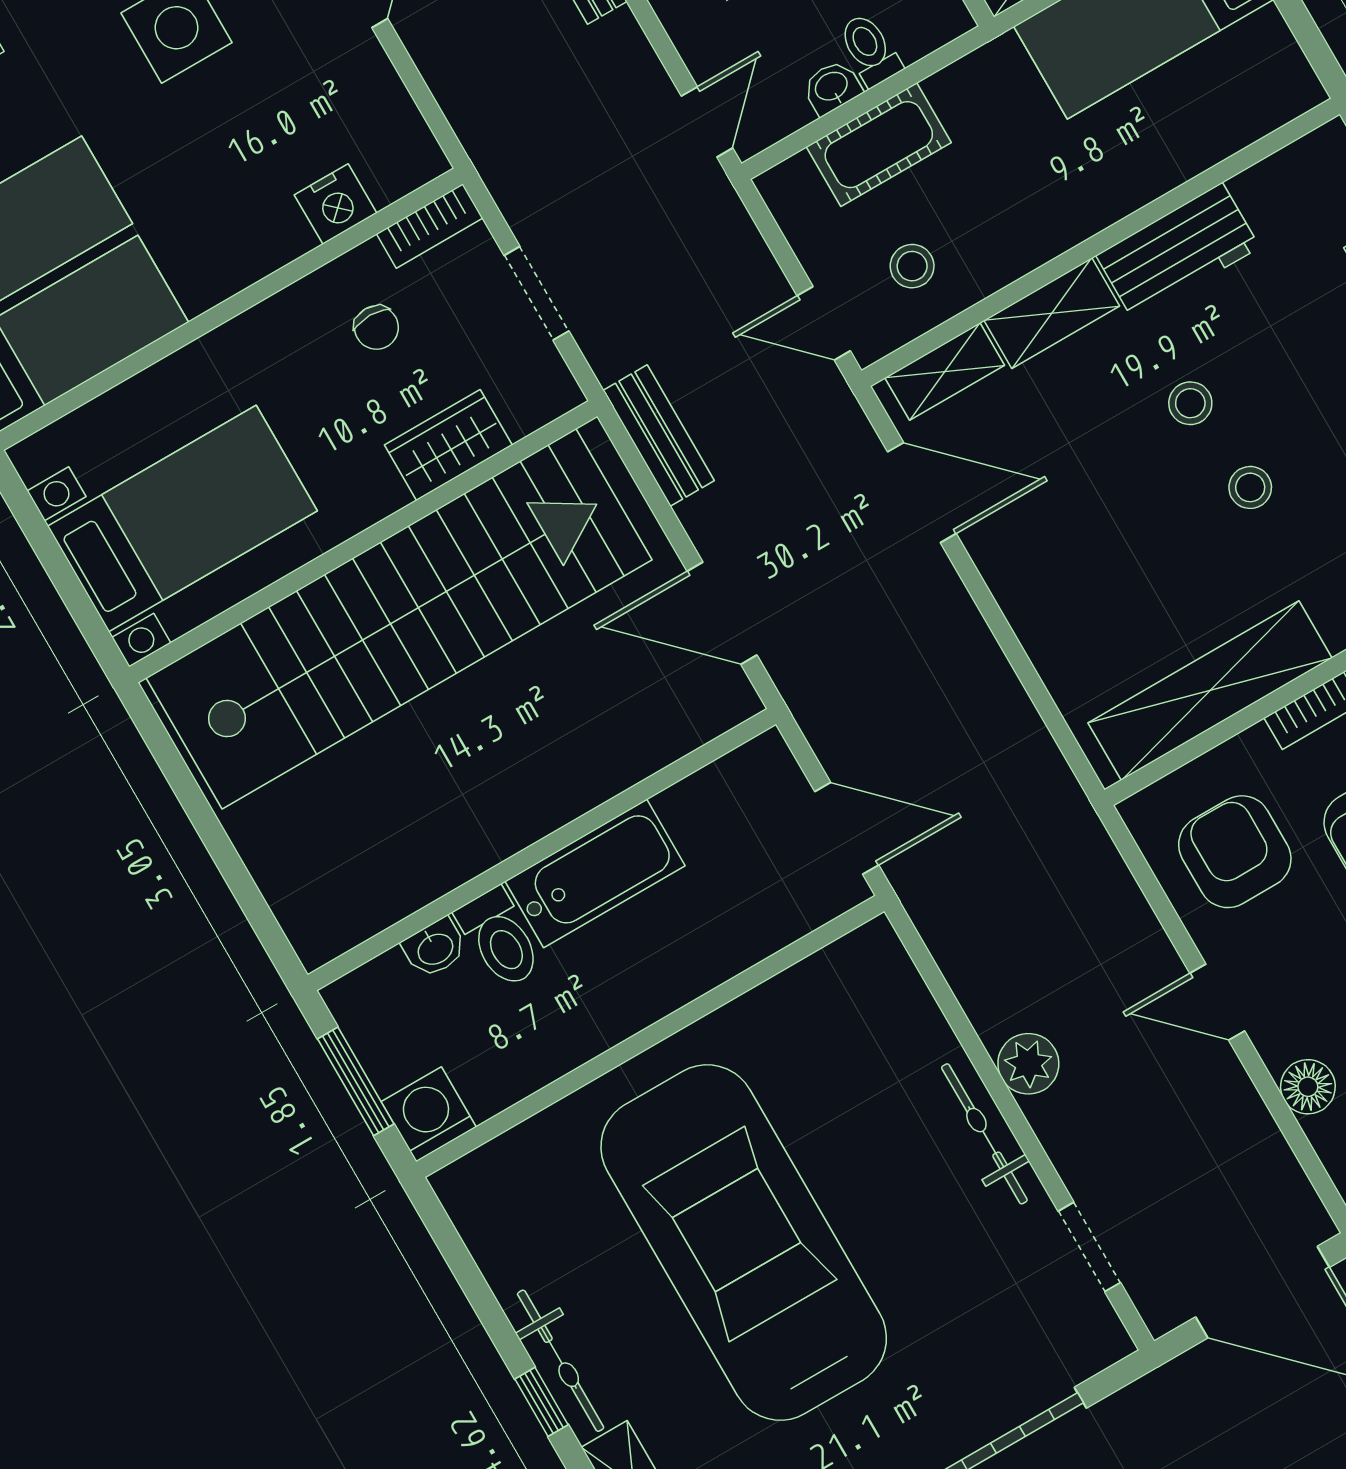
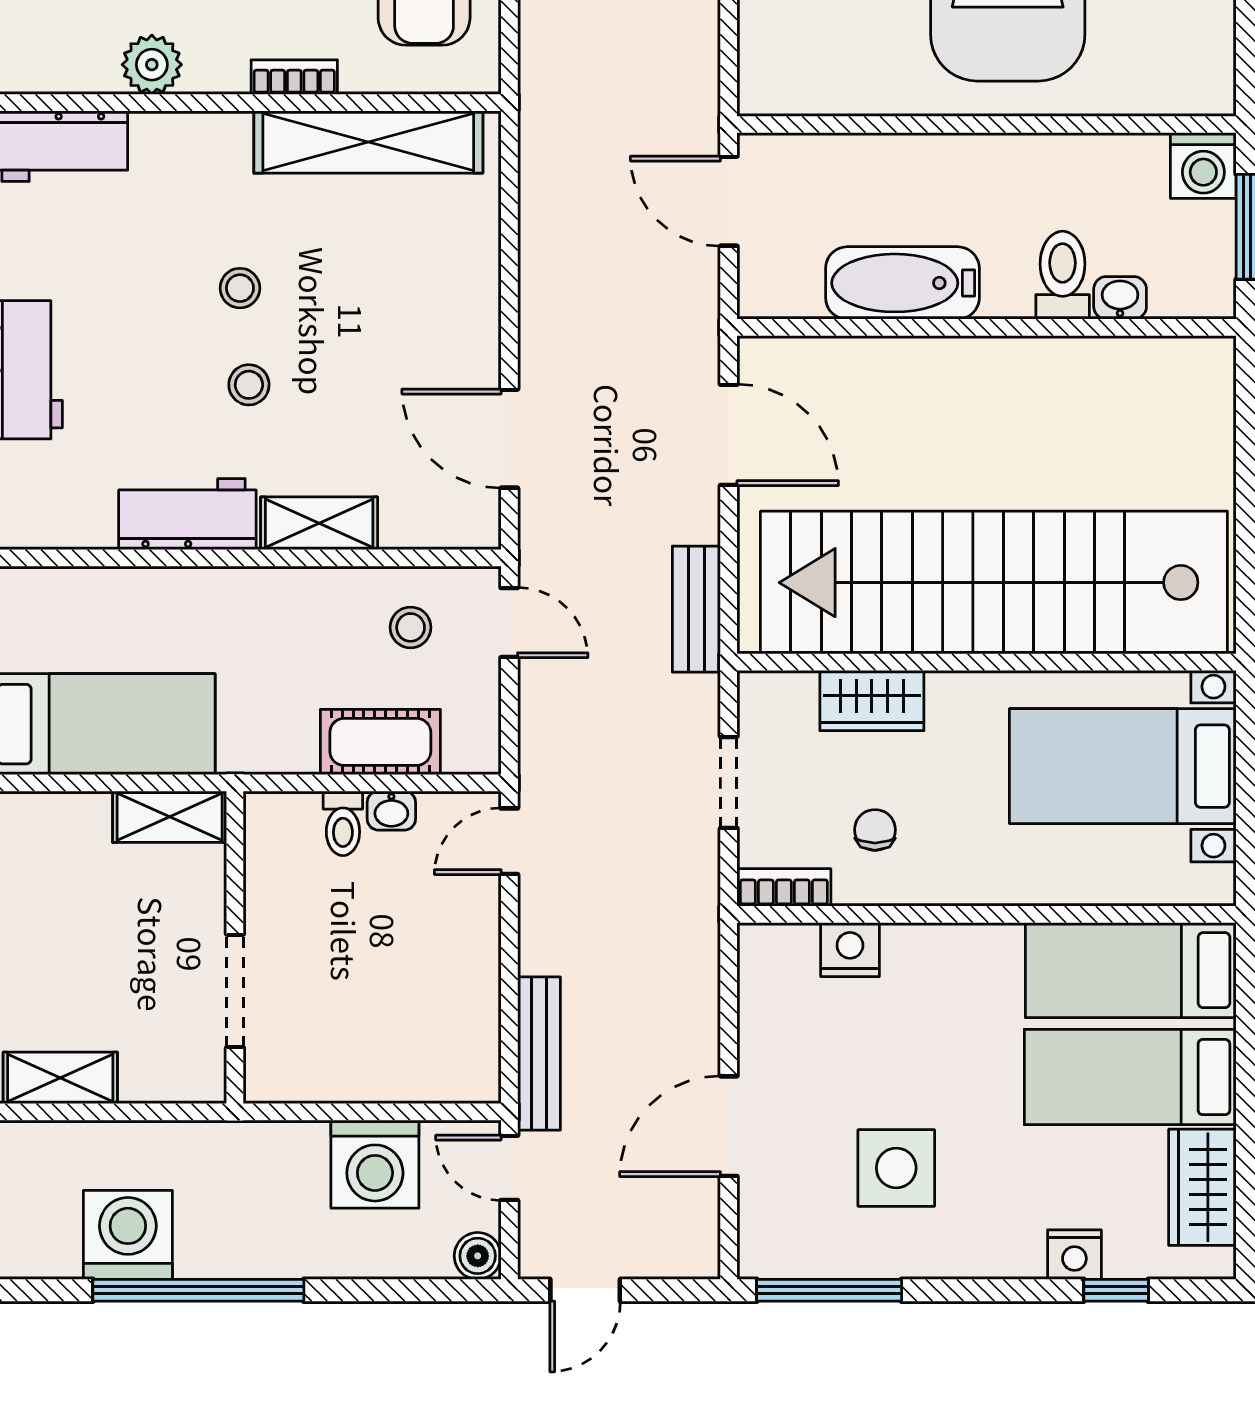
shelving: (945, 371) -> (434, 526), removed
bathtub: (595, 873) -> (902, 283), moved

